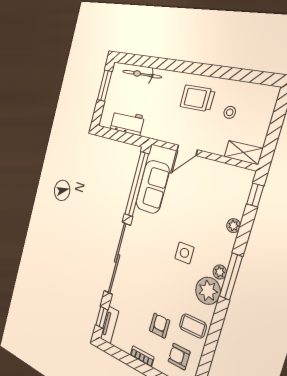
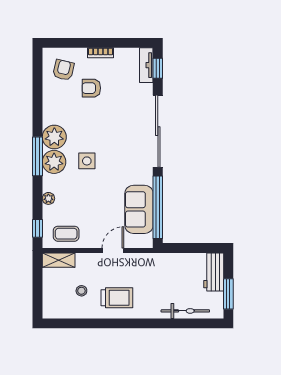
workbench: (127, 122) -> (214, 272), moved, turned 90
plant: (220, 272) -> (54, 162), width x1.88, depth x1.88
armchair: (160, 326) -> (91, 88), turned 90
coffee table: (193, 326) -> (66, 234), moved
armchair: (179, 357) -> (63, 70), turned -77

